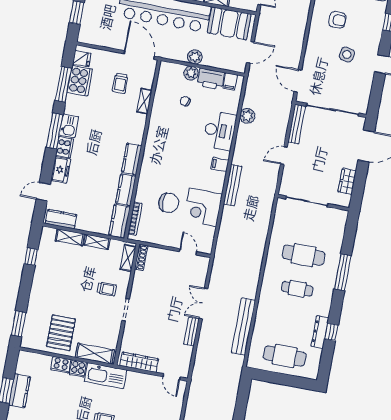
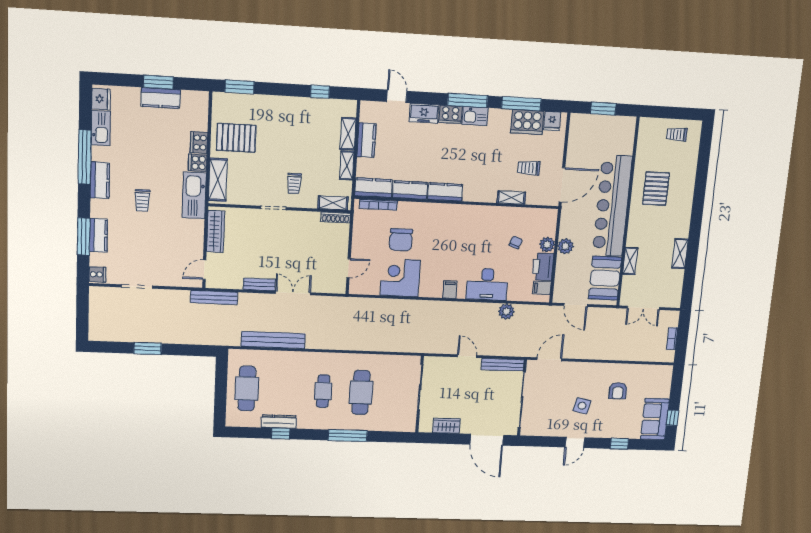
bench: (233, 185) -> (214, 297), moved
kitchen counter: (61, 219) -> (366, 140), moved

